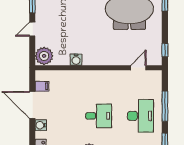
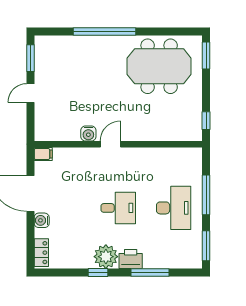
plant: (44, 56) -> (46, 128), removed
door: (138, 68) -> (110, 144), moved
filing cabinet: (42, 86) -> (43, 154), moved

